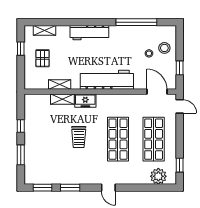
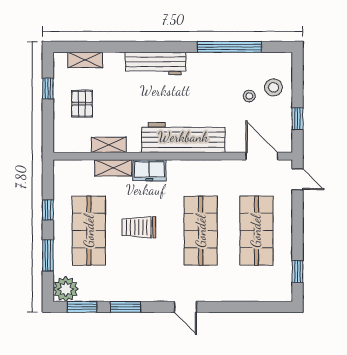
trolley: (79, 137) -> (139, 227), turned 90
shop shelf: (47, 139) -> (89, 231), added
plant: (158, 176) -> (66, 289), moved

